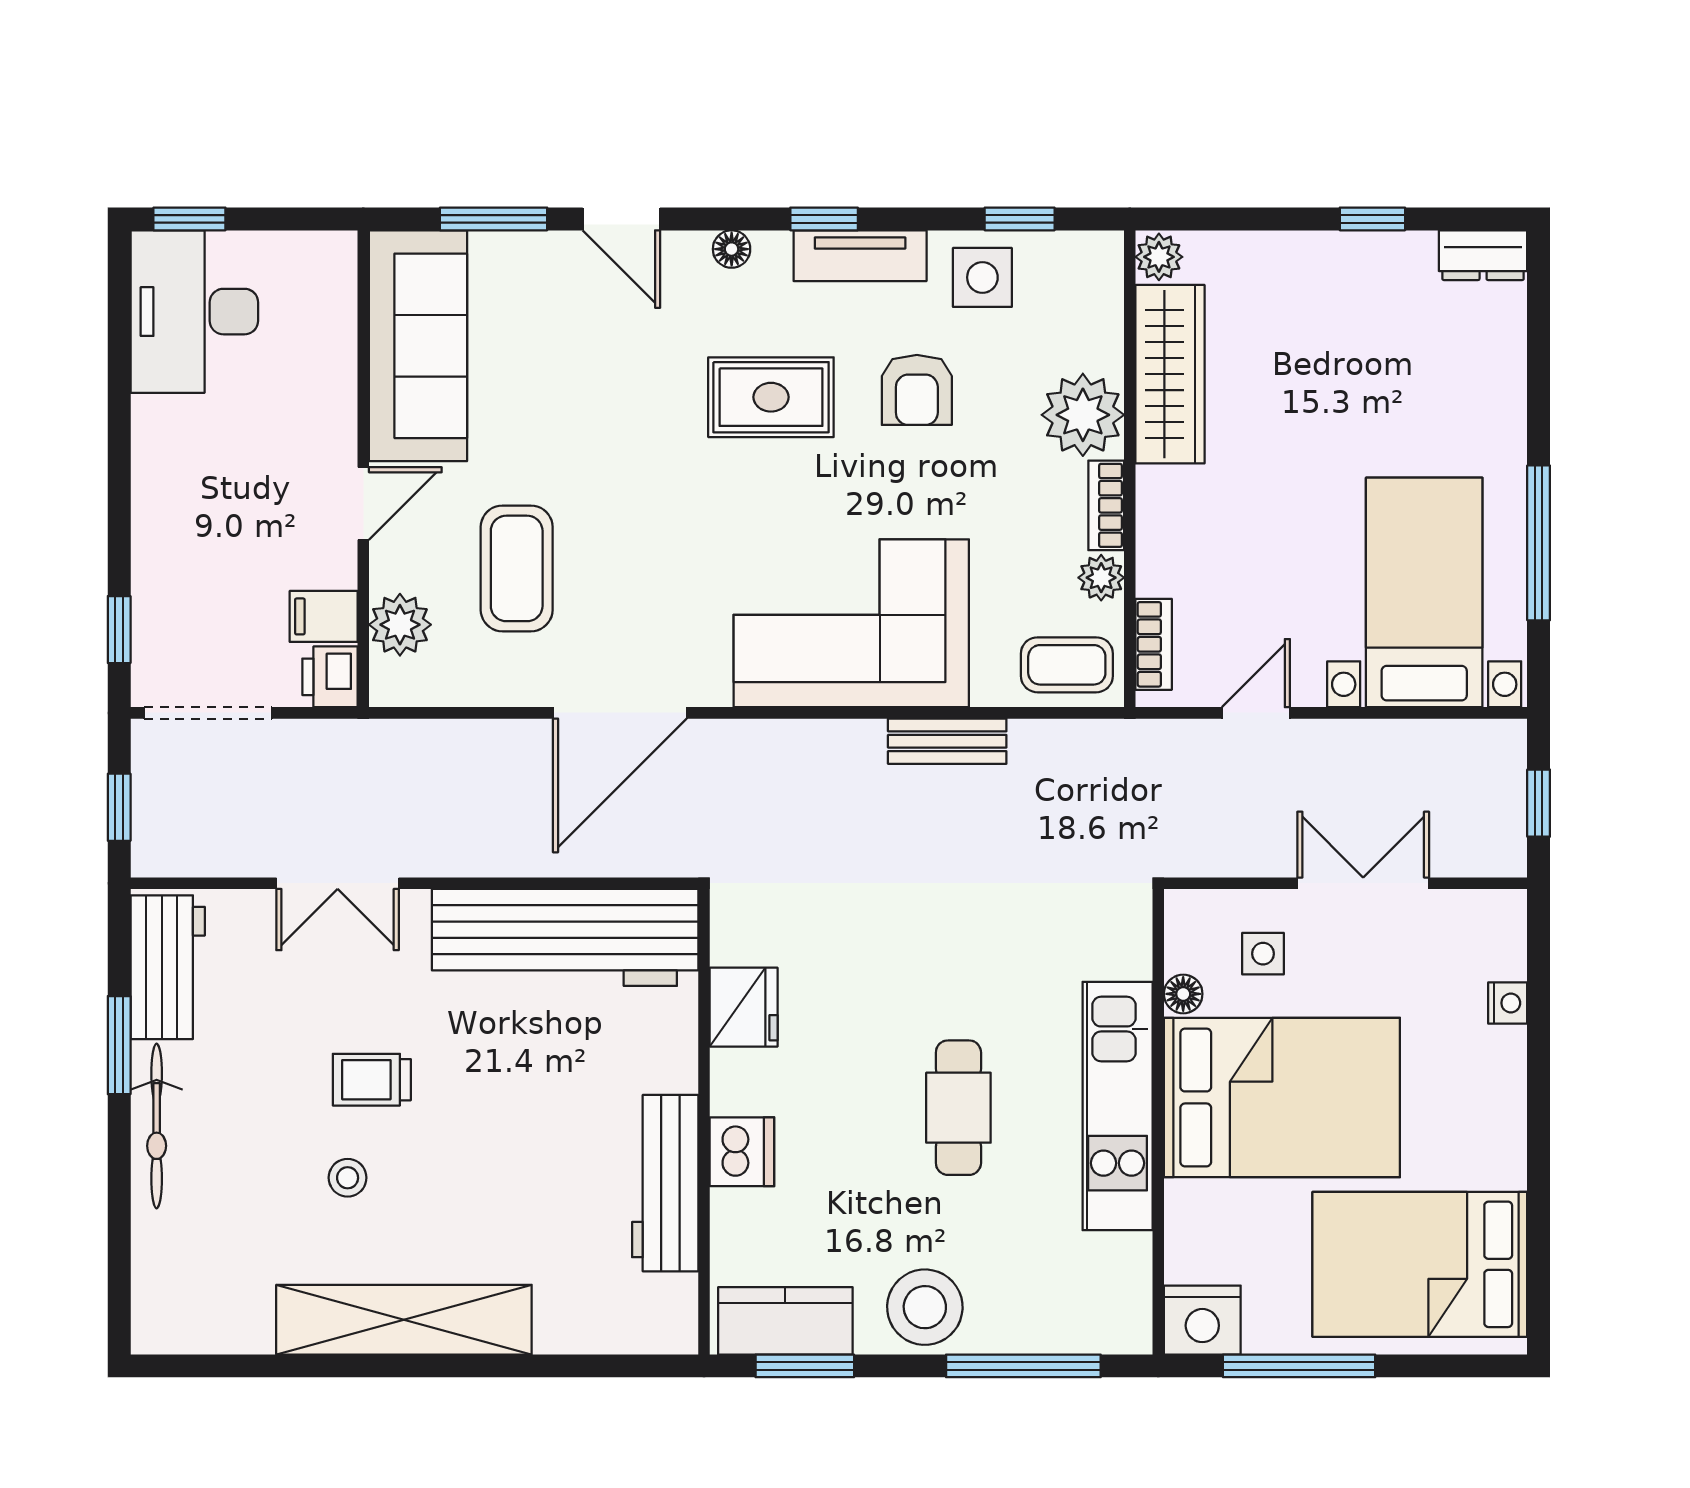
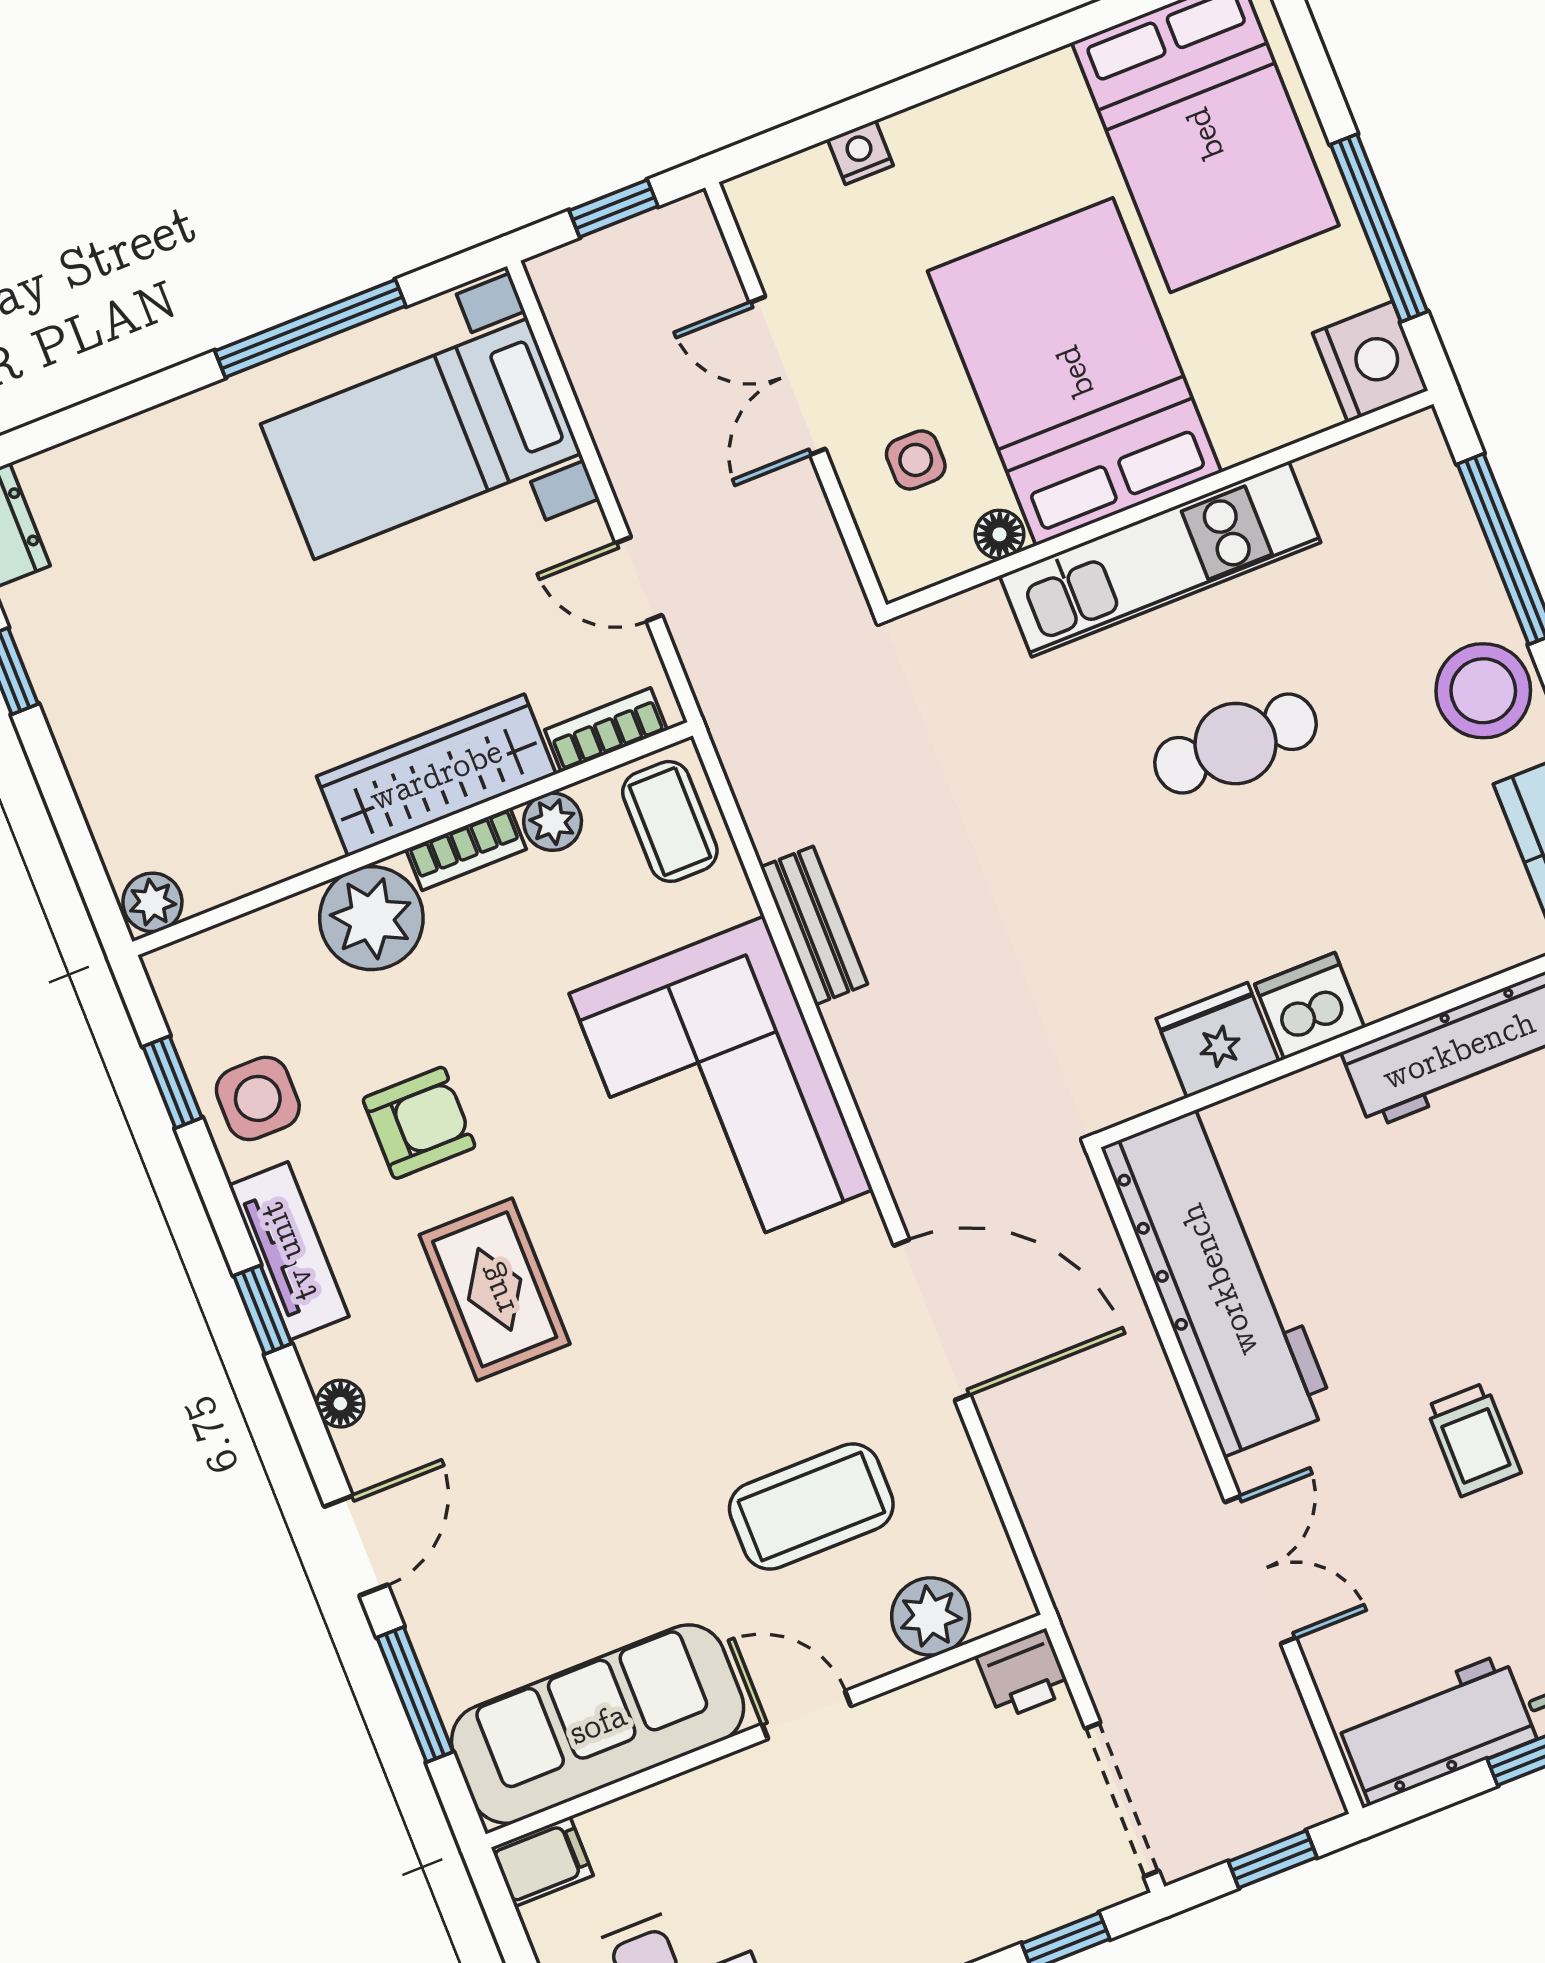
wardrobe: (1170, 374) -> (436, 775), moved
filing cabinet: (324, 616) -> (542, 1862), moved, turned -90
dishwasher: (742, 1152) -> (1310, 1006), moved

